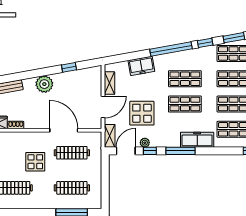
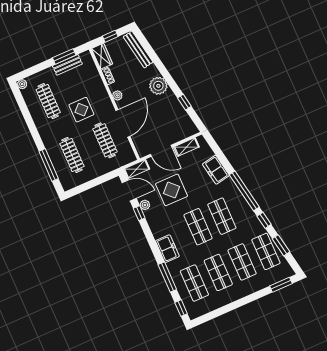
plant: (37, 124) -> (117, 95), added
freezer: (197, 140) -> (167, 249), width x0.71
window: (181, 151) -> (167, 277), moved

